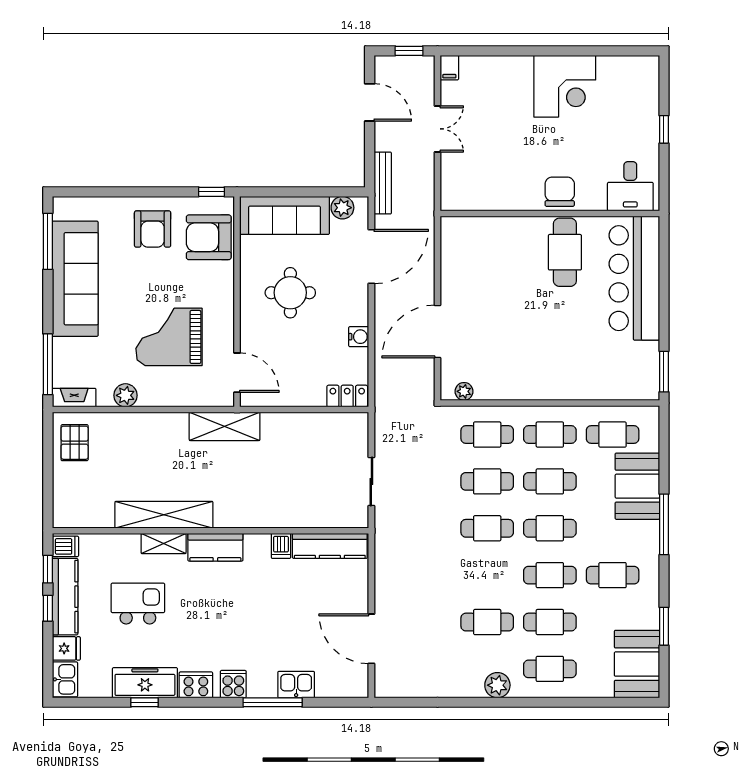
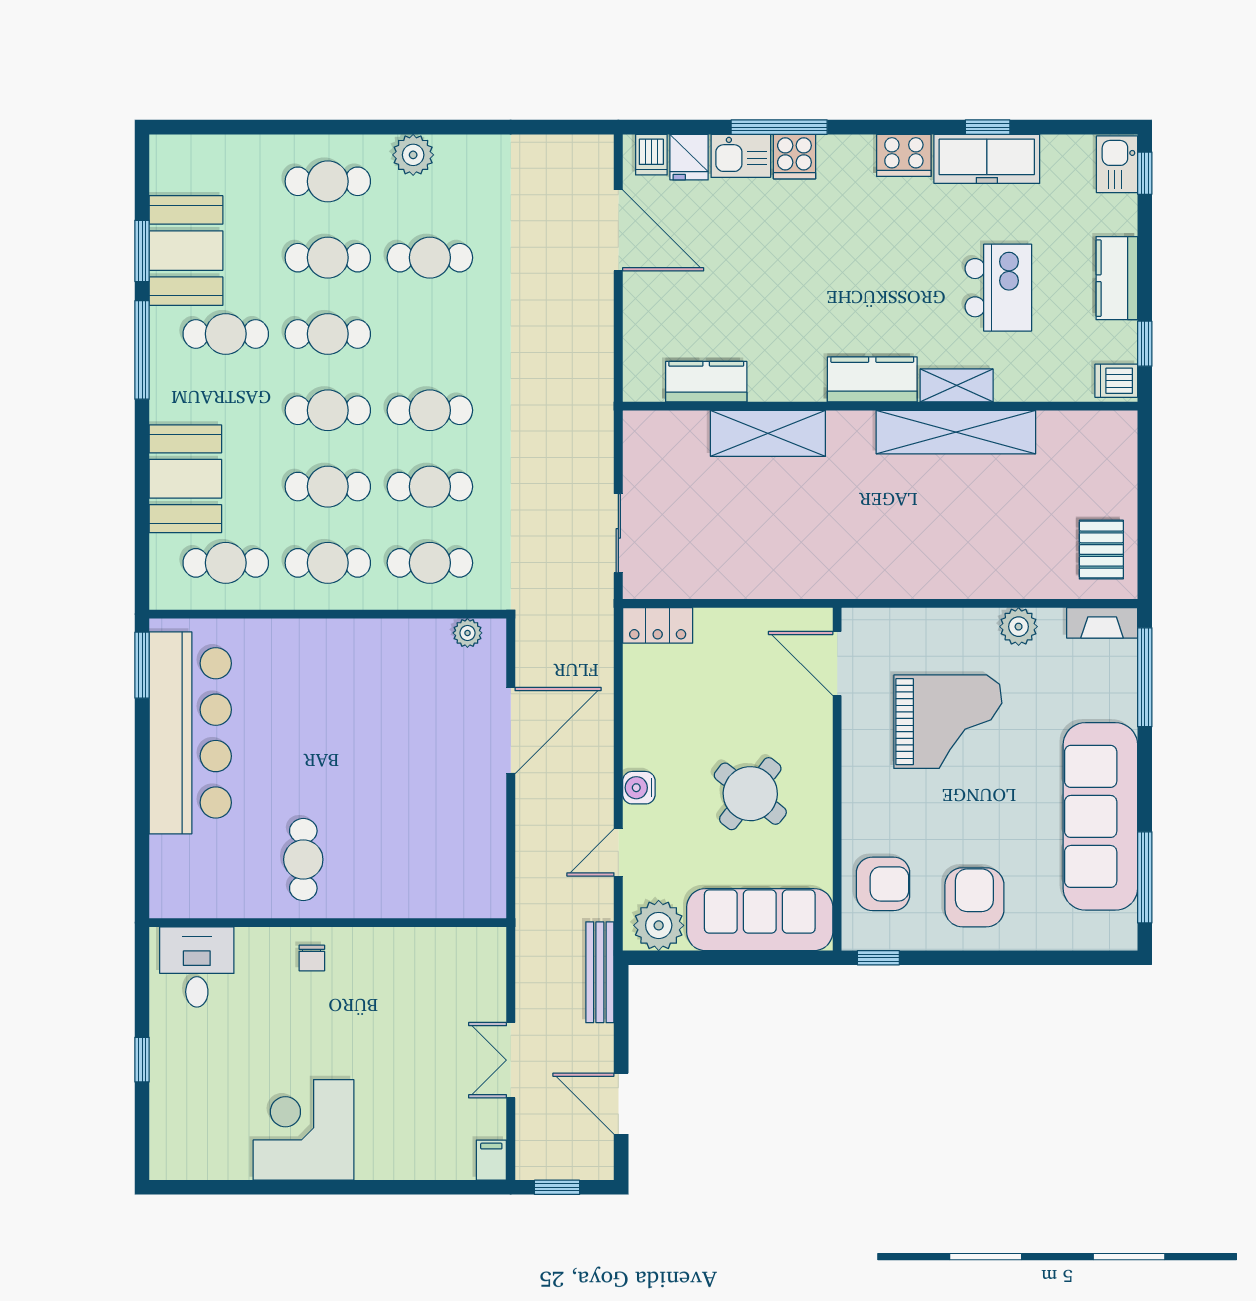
chair: (560, 192) -> (312, 958), width x0.54, depth x0.54
plant: (342, 208) -> (659, 925), width x1.36, depth x1.36
armchair: (209, 237) -> (883, 884), width x0.73, depth x0.73
cafe table: (565, 252) -> (303, 860), width x0.73, depth x0.74
door: (371, 257) -> (618, 853), width x0.53
bar counter: (634, 278) -> (190, 733), moved
round table: (290, 293) -> (750, 794), turned 38
water cooler: (359, 337) -> (639, 788), moved
shelving: (225, 426) -> (768, 433), moved
sliding door: (371, 482) -> (618, 533), moved
window: (664, 524) -> (142, 350), moved
dishwasher: (281, 546) -> (651, 155), moved, turned 180
kitchen counter: (330, 546) -> (706, 382), width x0.67
kitchen counter: (65, 597) -> (1117, 278), width x0.67
kitchen island: (138, 604) -> (998, 288), turned -90
window: (48, 608) -> (1145, 173), moved
fridge: (66, 648) -> (689, 157), moved, turned -90
booth: (637, 664) -> (186, 251), moved
cooker: (233, 684) -> (794, 157), moved

